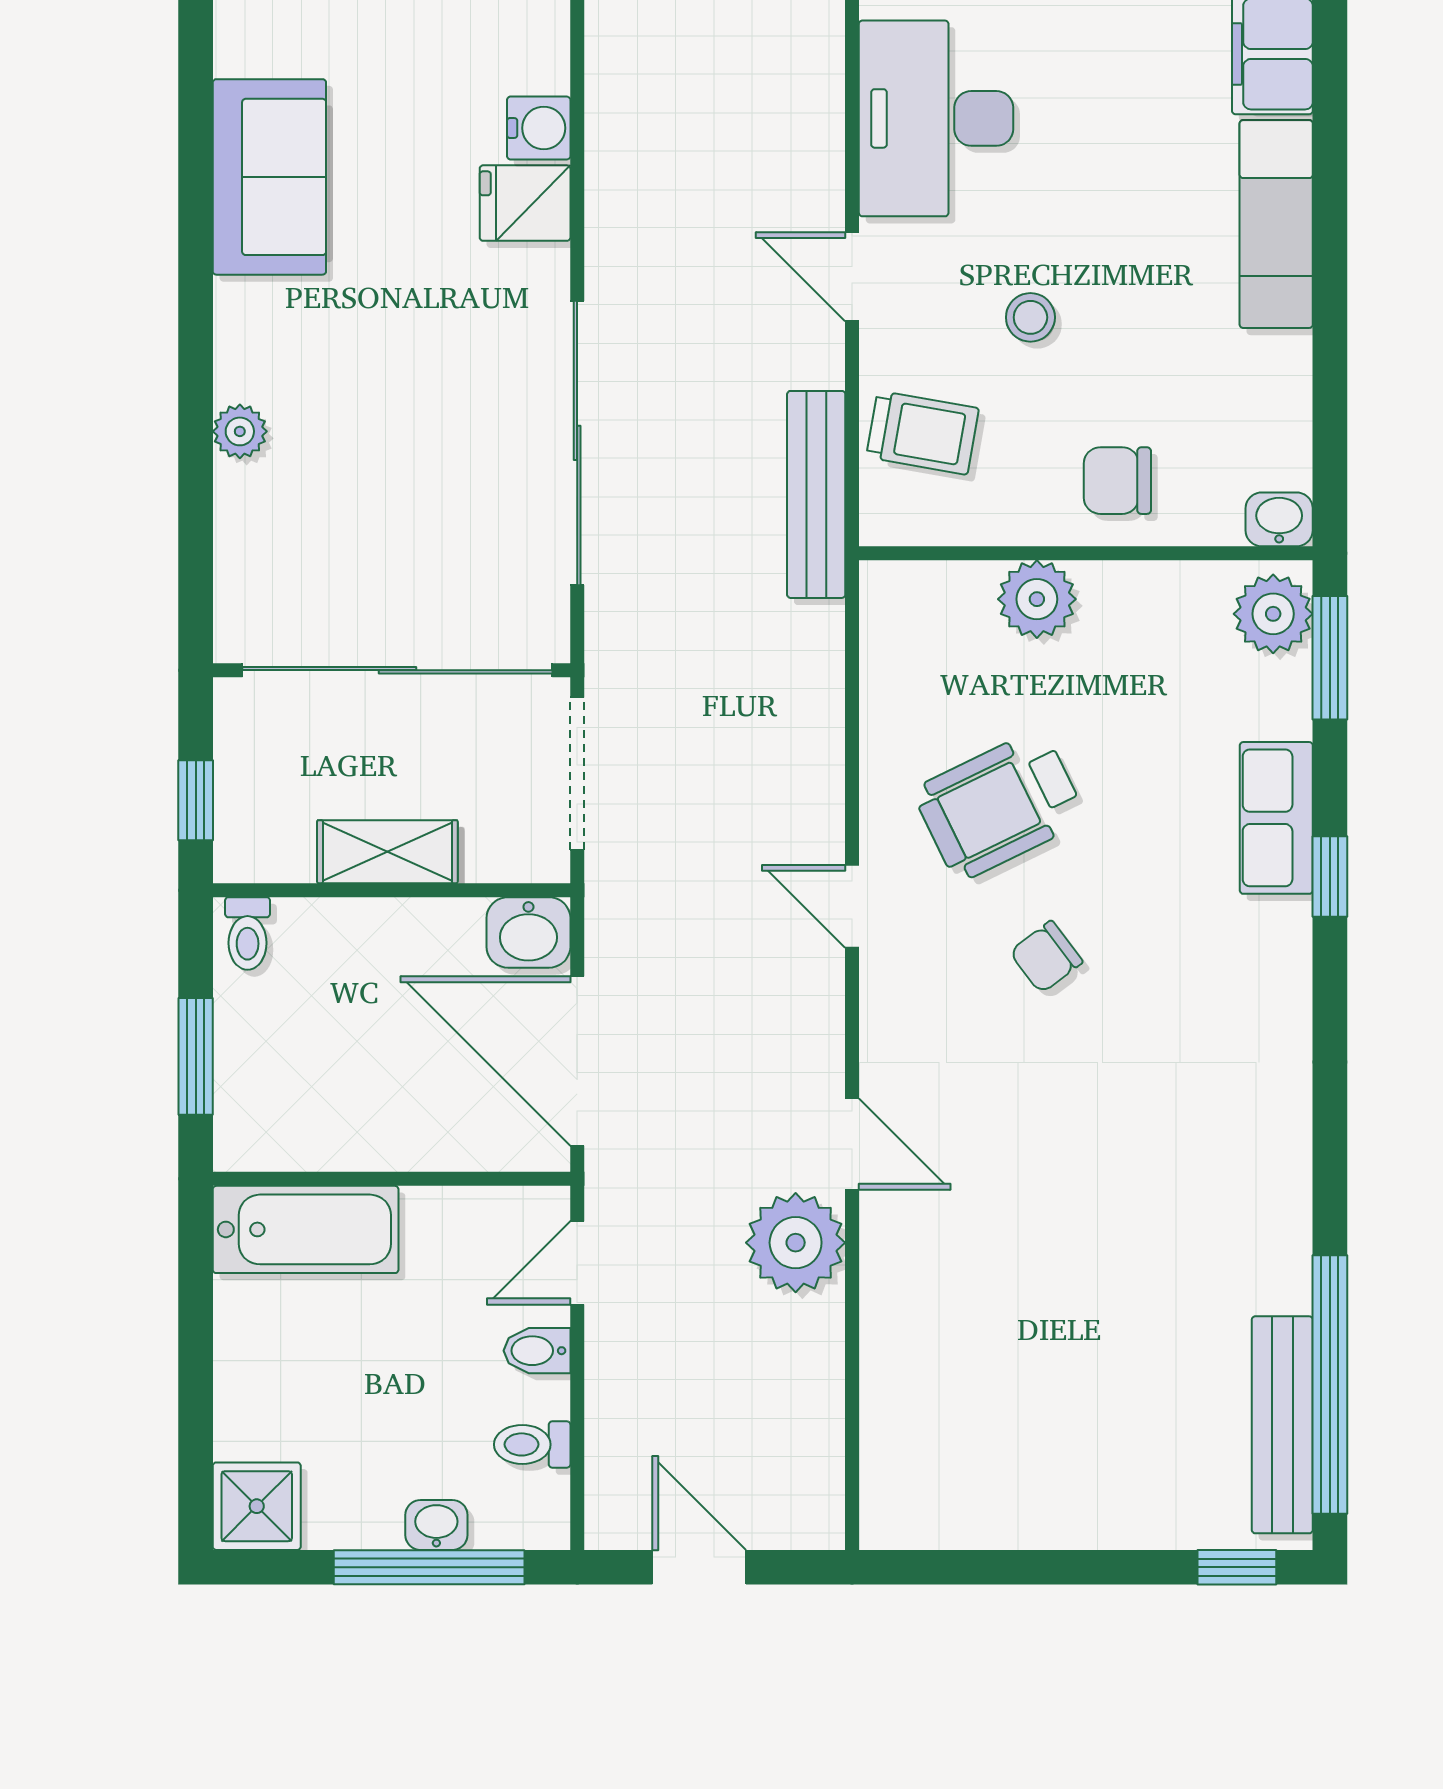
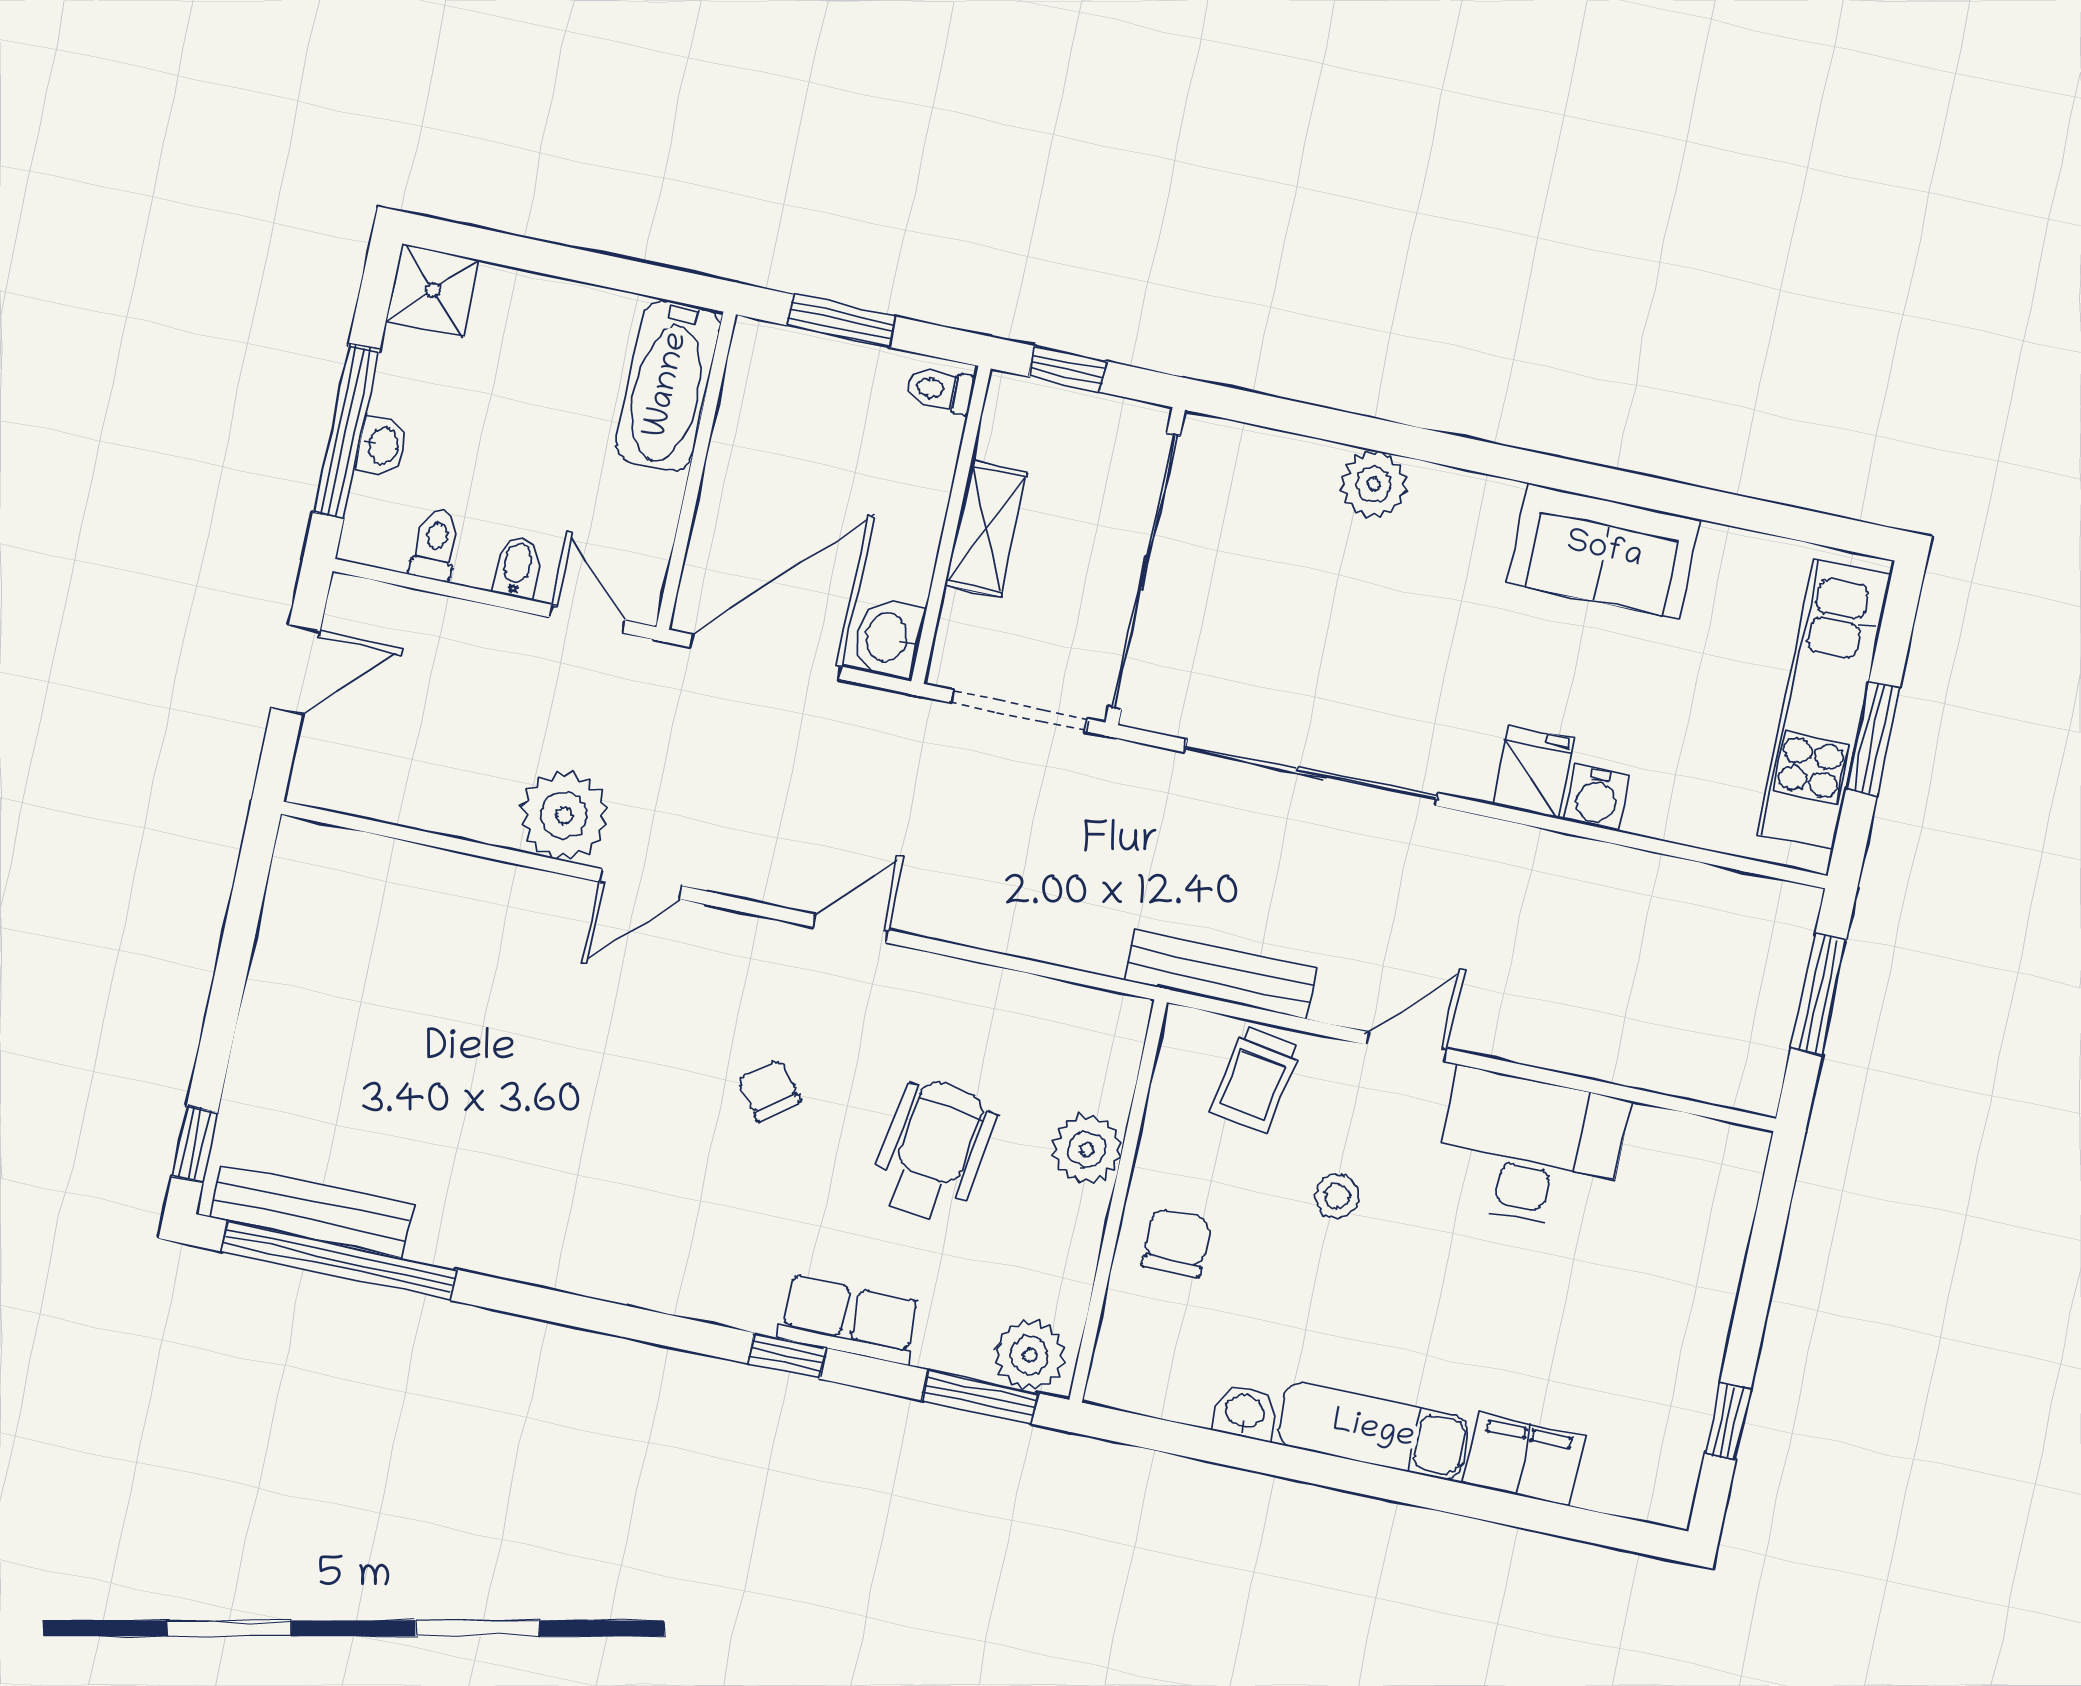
plant: (240, 431) -> (1374, 484), width x1.38, depth x1.38
washbasin: (1279, 519) -> (1245, 1412), moved, turned -90
wheelchair: (1000, 805) -> (933, 1151), moved, turned 35

